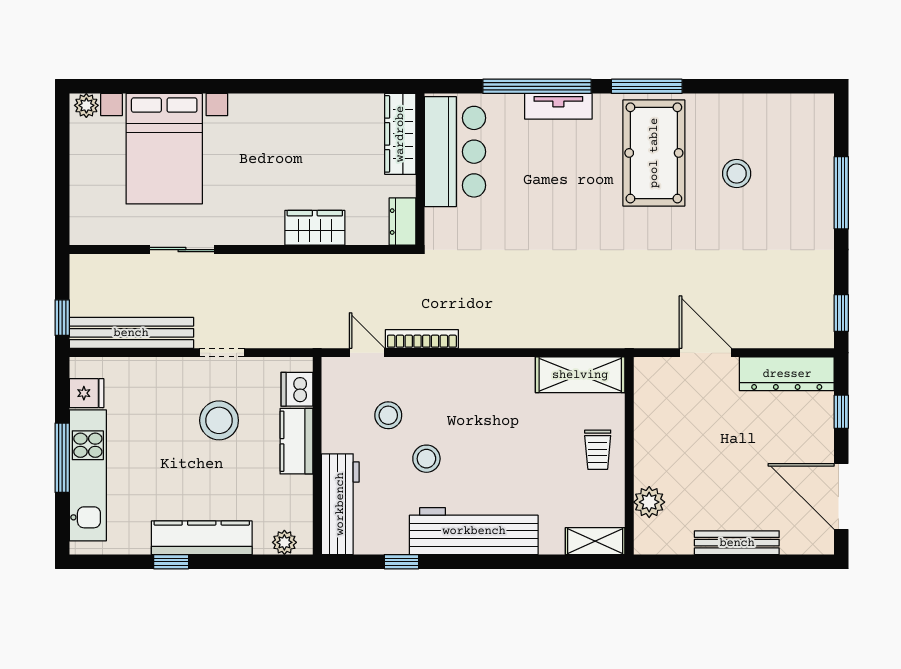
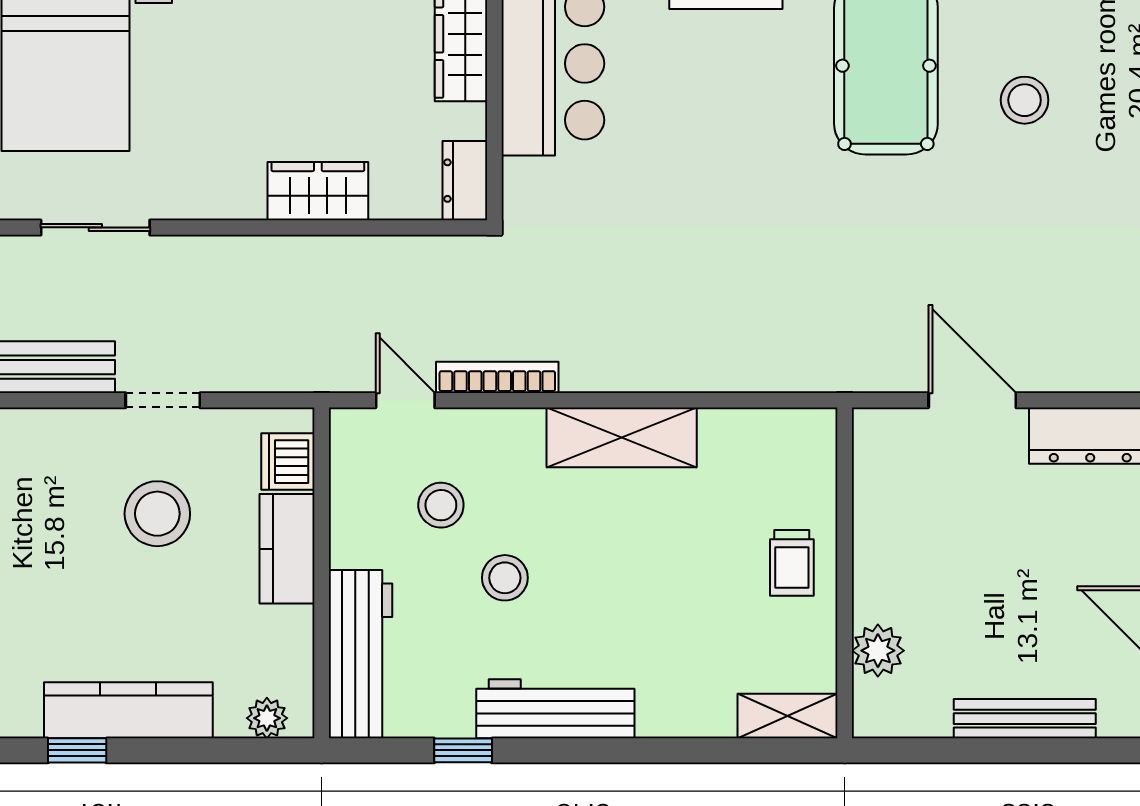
shelving: (580, 375) -> (622, 437), moved
workbench: (474, 531) -> (555, 709), width x0.73, depth x0.76

